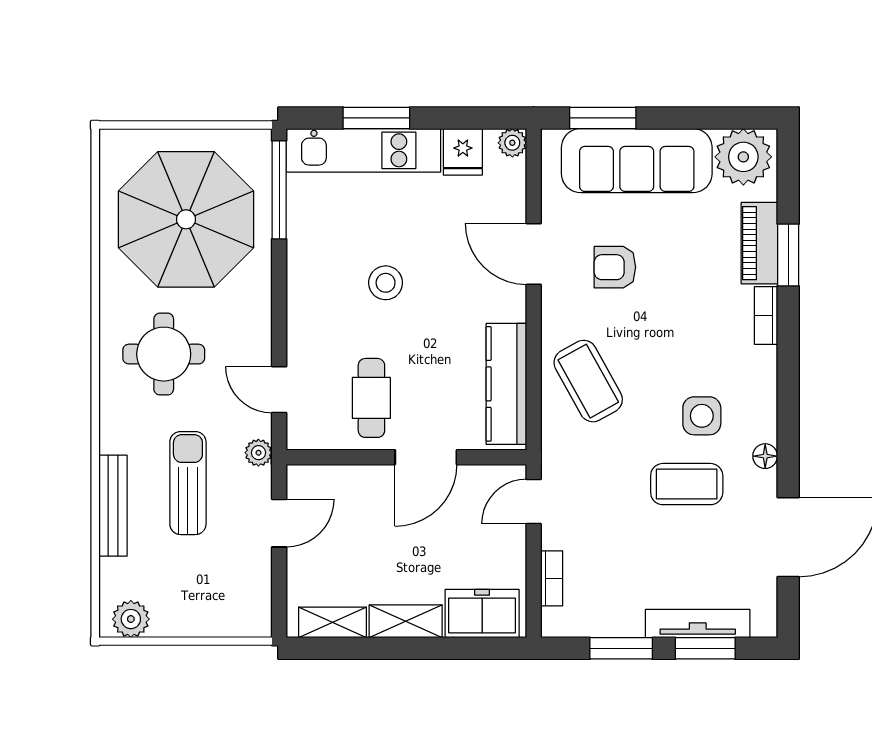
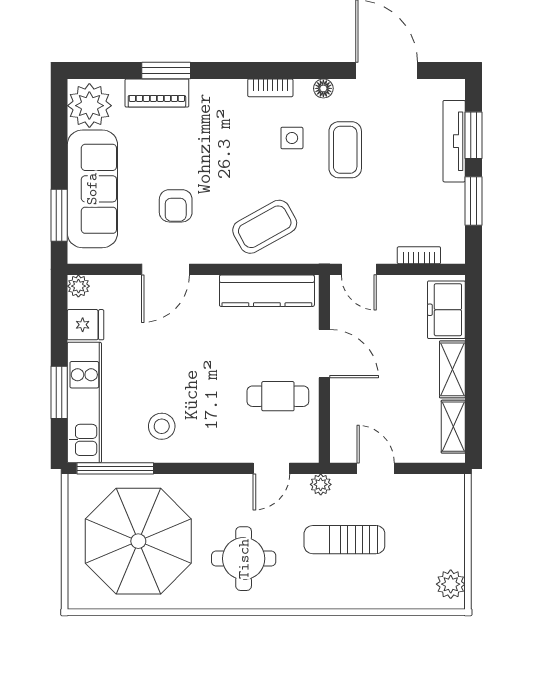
stool: (386, 283) -> (162, 426), moved
bookcase: (766, 315) -> (270, 88), moved
side table: (702, 416) -> (292, 138), width x0.73, depth x0.73
bench: (113, 506) -> (362, 598), removed

